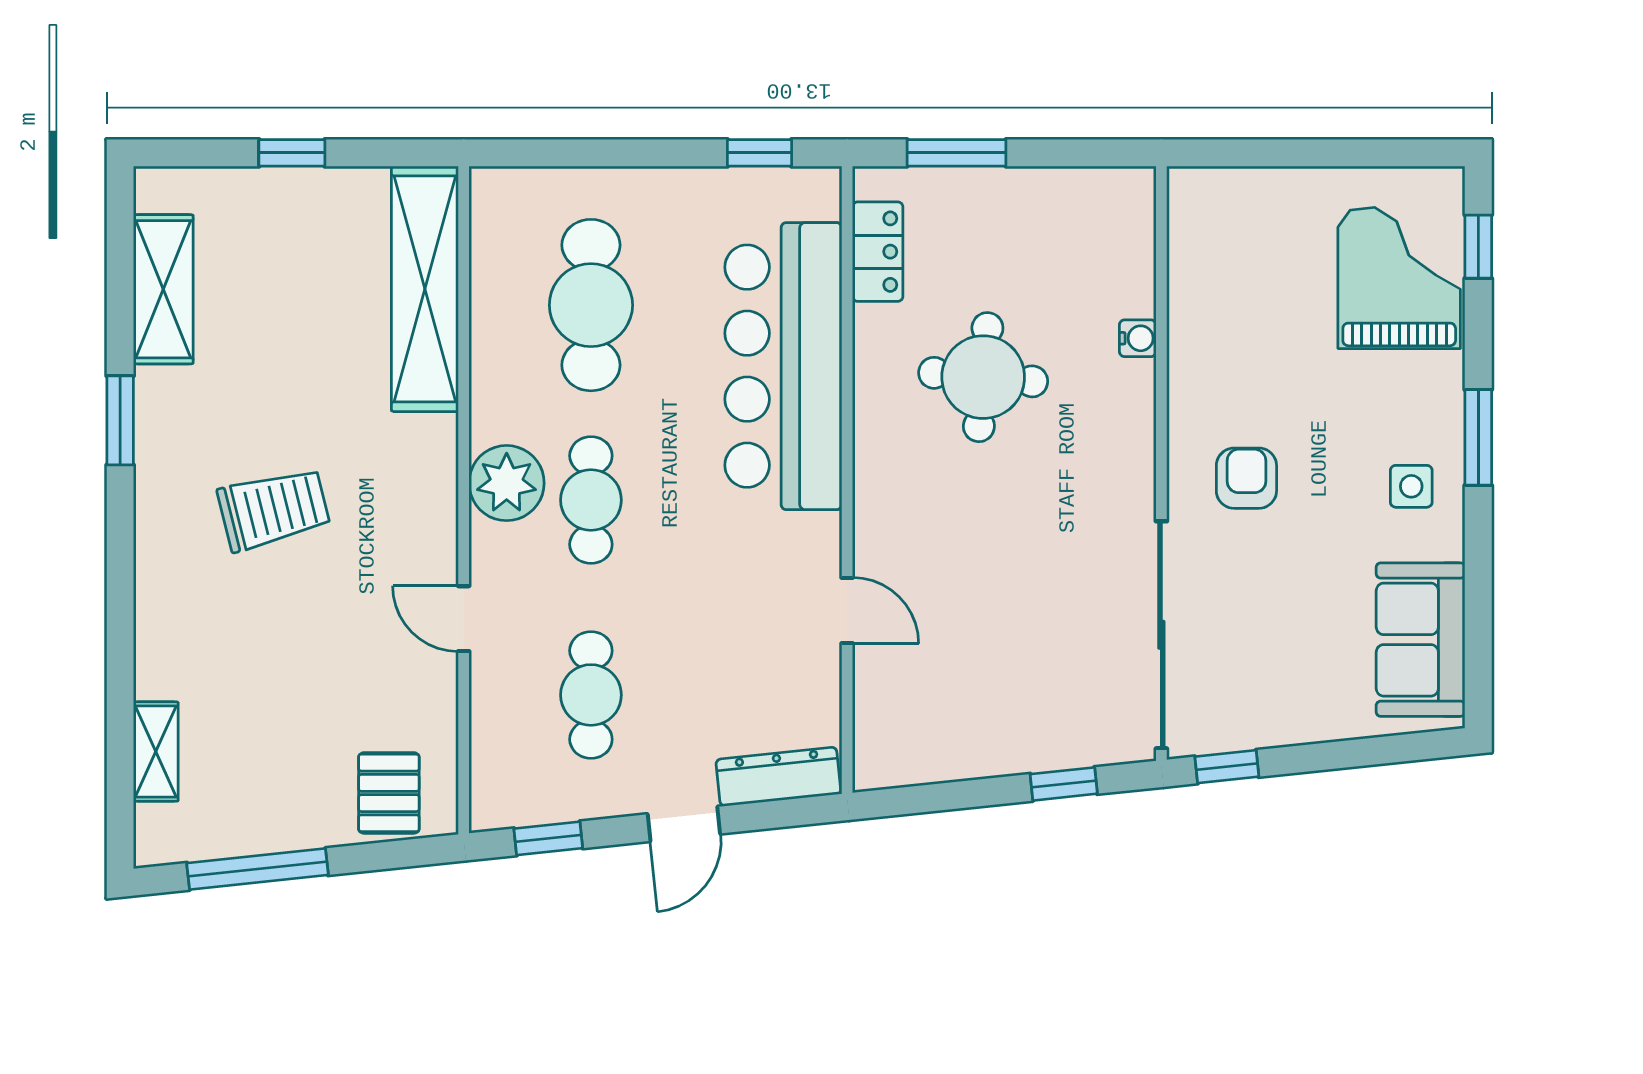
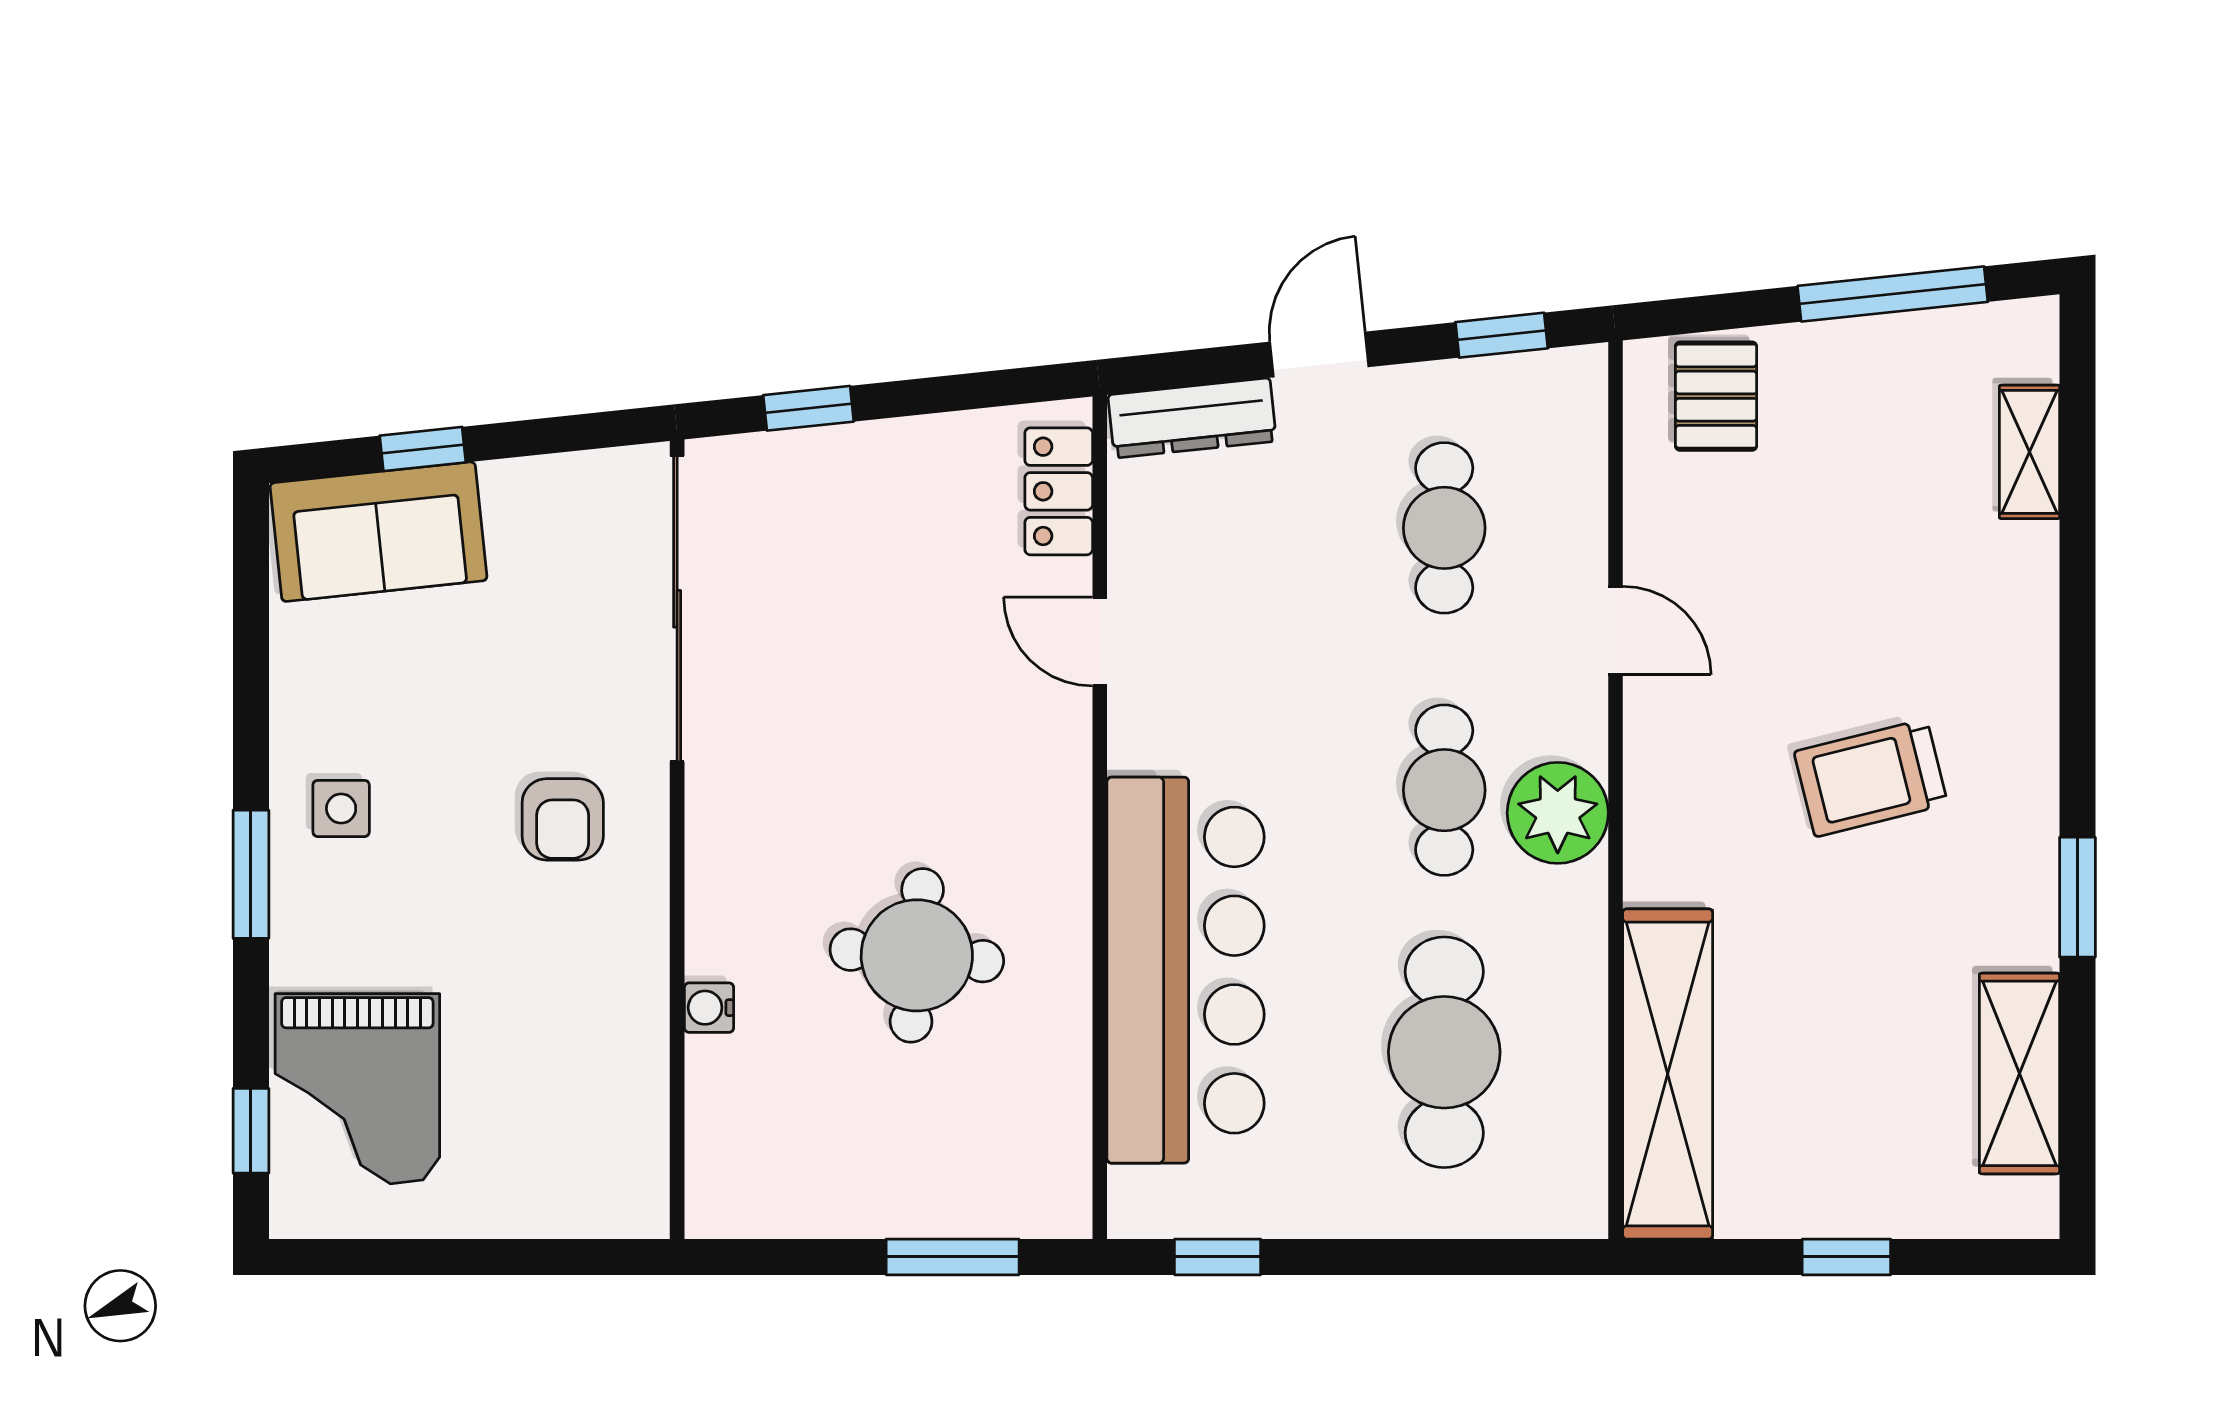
locker: (878, 252) -> (1059, 491), moved
sofa: (1421, 640) -> (379, 532), moved, turned 84
window: (1227, 767) -> (423, 449), moved

